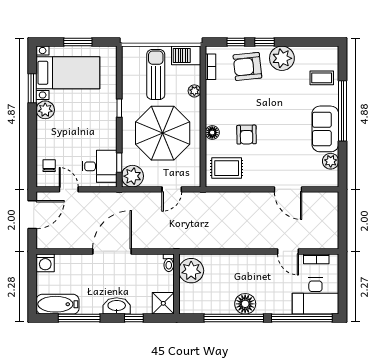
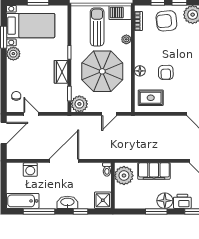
wardrobe: (108, 134) -> (61, 72), added
desk: (99, 166) -> (54, 96), removed
washing machine: (45, 263) -> (30, 170), moved
filing cabinet: (231, 265) -> (154, 171), added
printer: (268, 305) -> (182, 201), added
window: (234, 318) -> (156, 211), width x0.47

